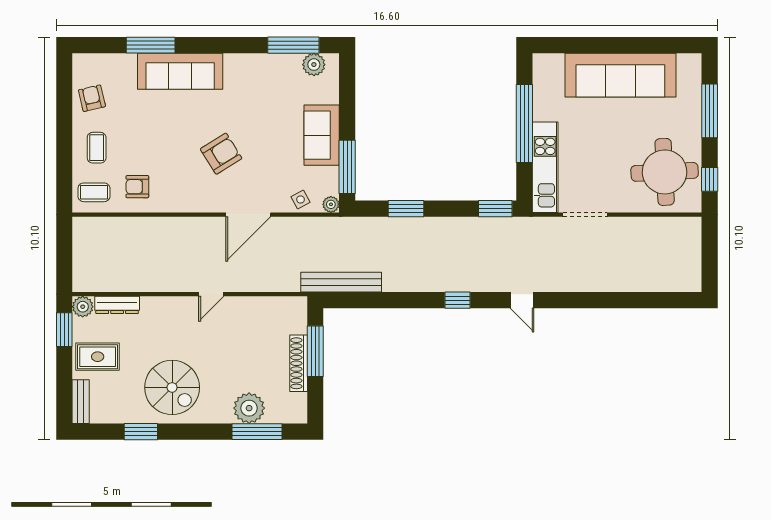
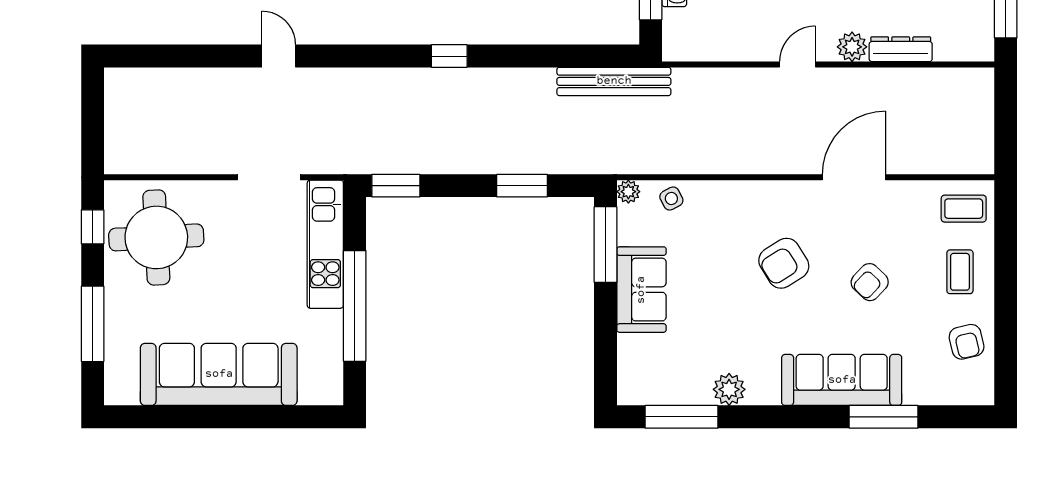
plant: (314, 65) -> (729, 389), moved
armchair: (137, 187) -> (870, 282), moved, turned 133
door: (248, 215) -> (854, 177), moved
door: (522, 300) -> (279, 56), moved
dresser: (117, 305) -> (901, 49), moved
plant: (83, 307) -> (852, 47), moved

